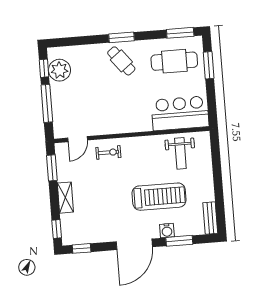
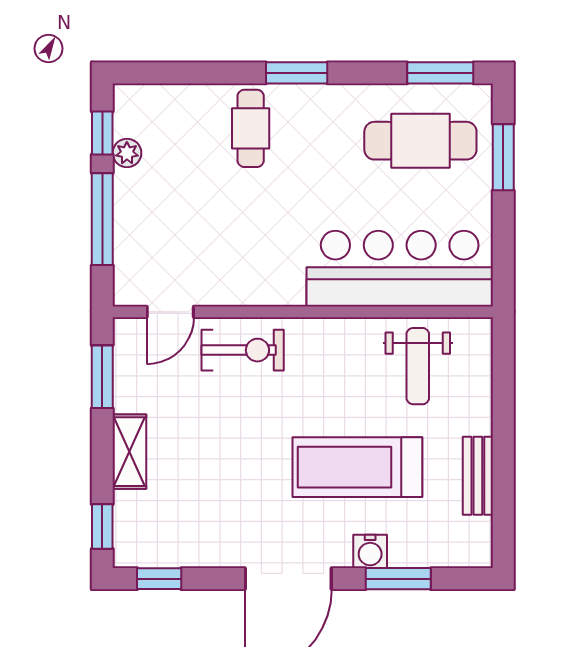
cafe table: (121, 61) -> (251, 128), moved, turned 38
plant: (59, 70) -> (127, 153), width x0.53, depth x0.53
bar counter: (180, 113) -> (400, 269), width x1.36
exercise bike: (108, 152) -> (243, 350), width x1.38, depth x1.39
treadmill: (159, 197) -> (357, 467), turned 180
bench: (210, 218) -> (478, 476), moved

